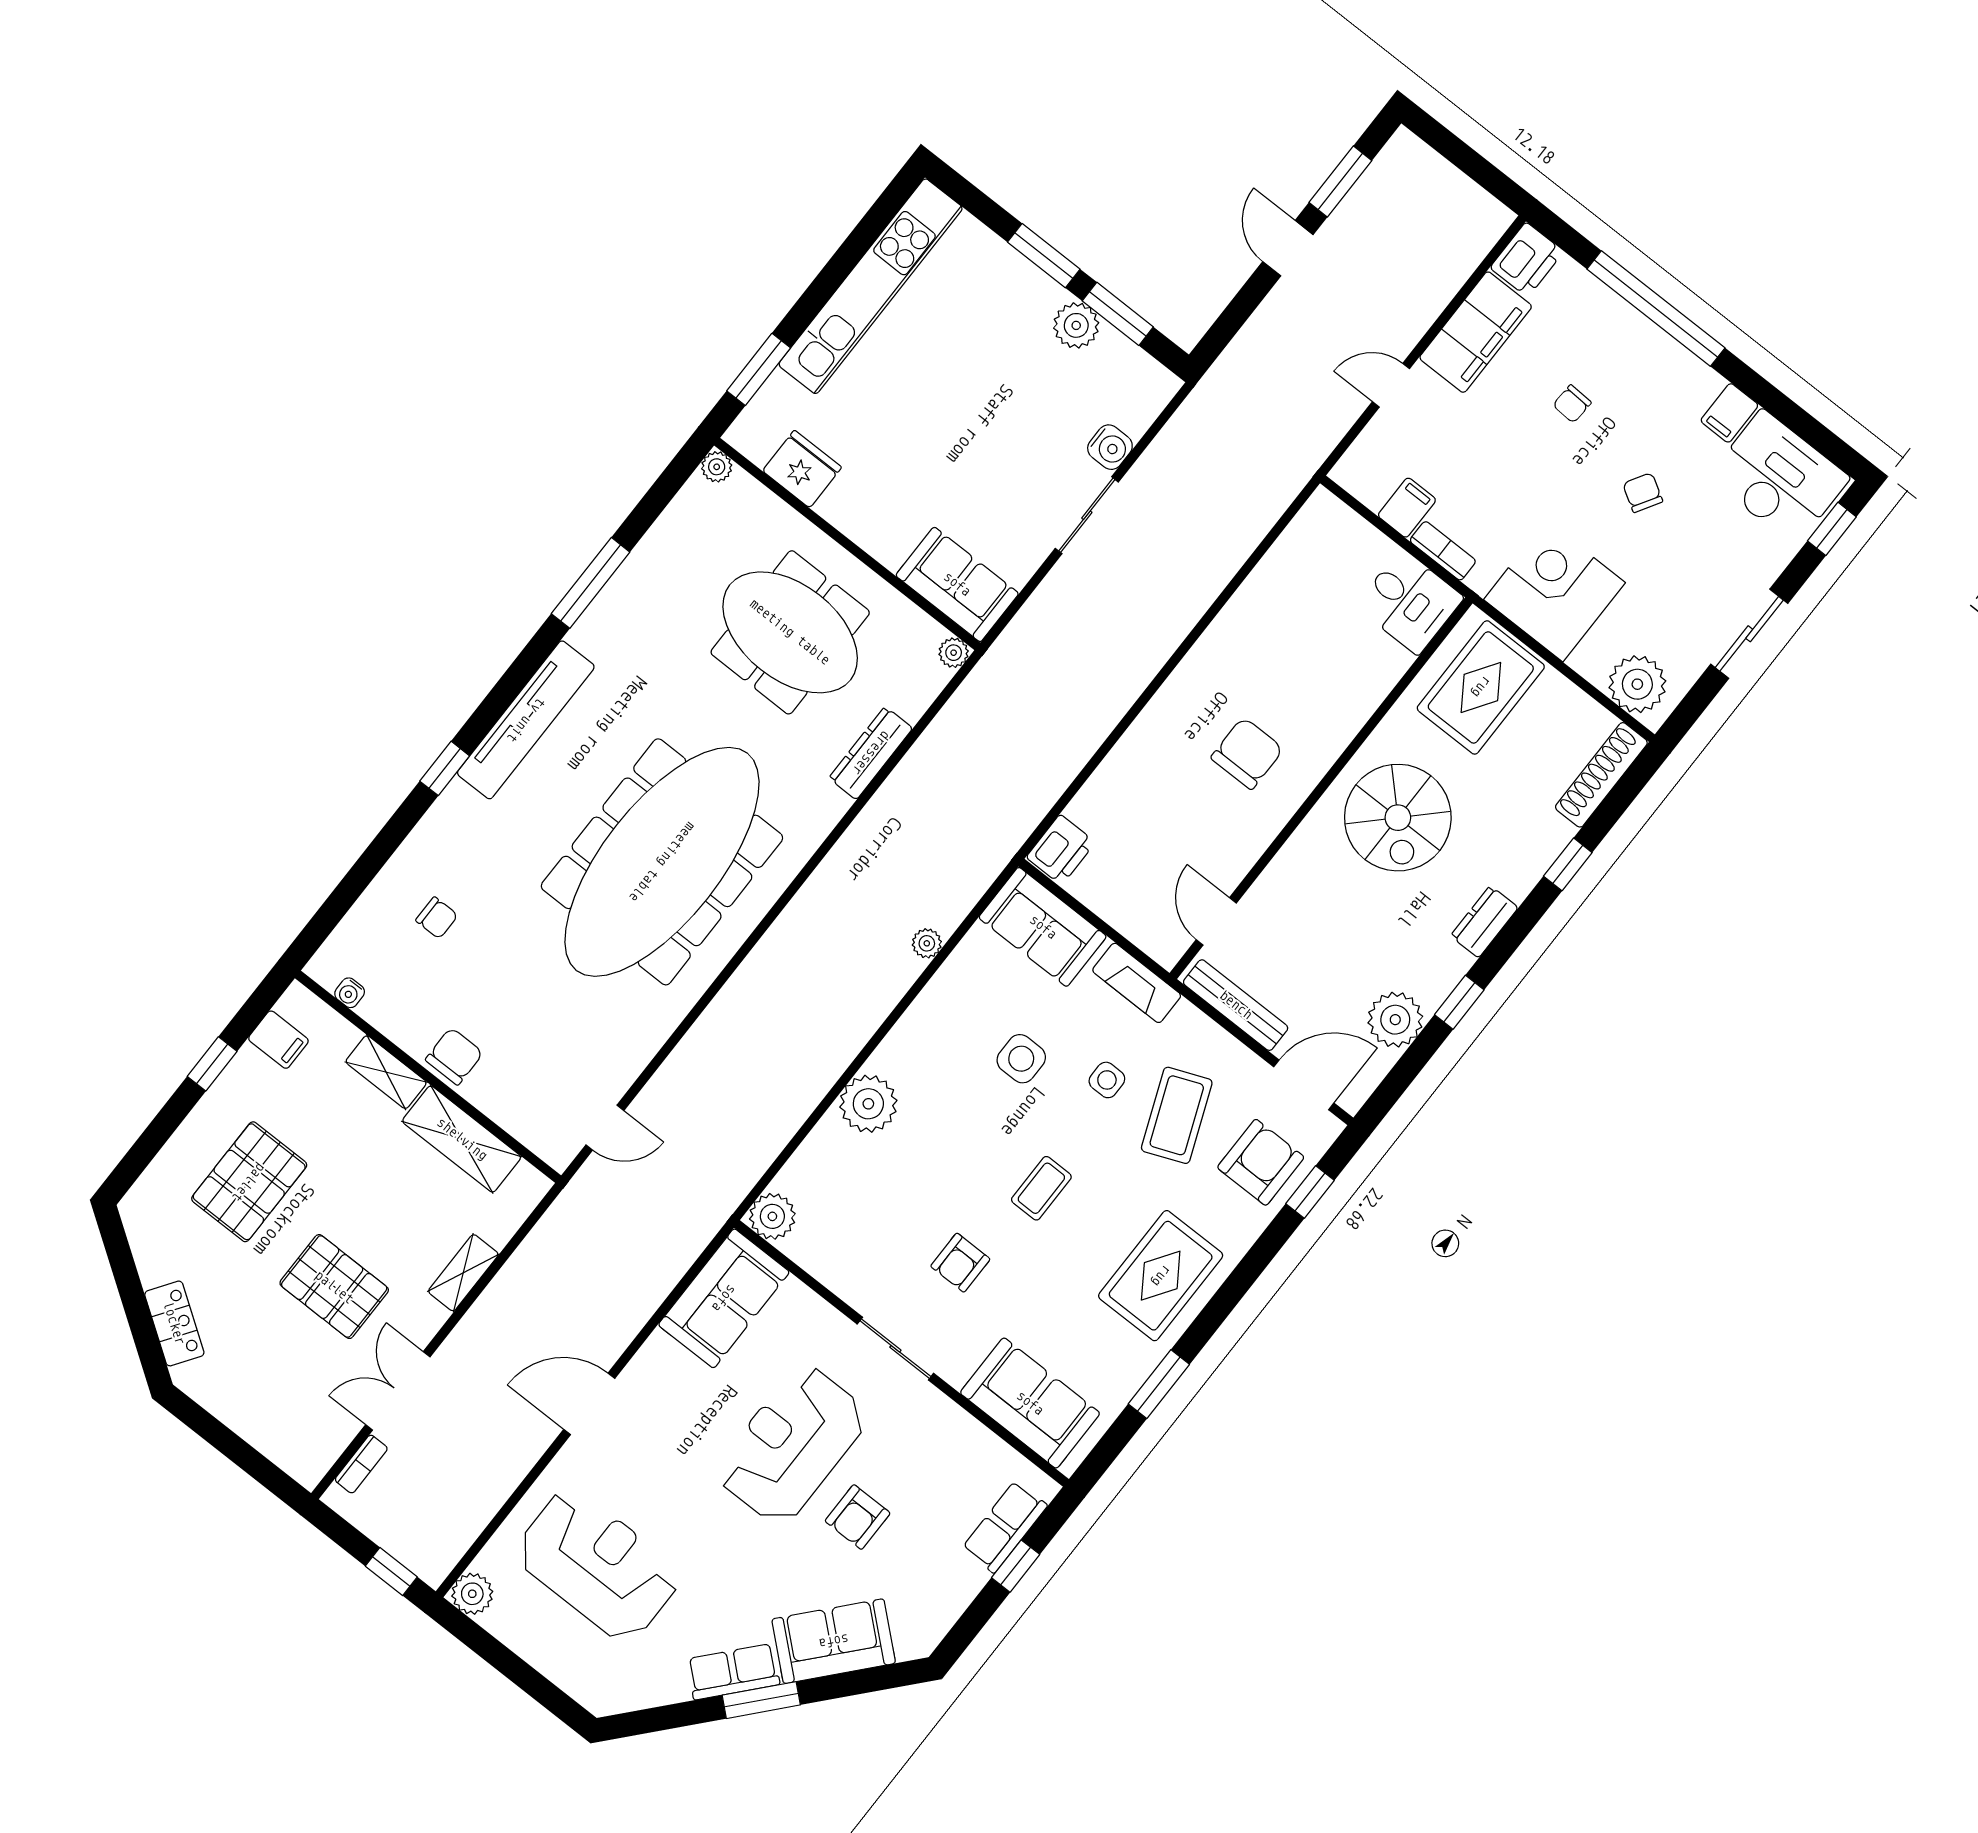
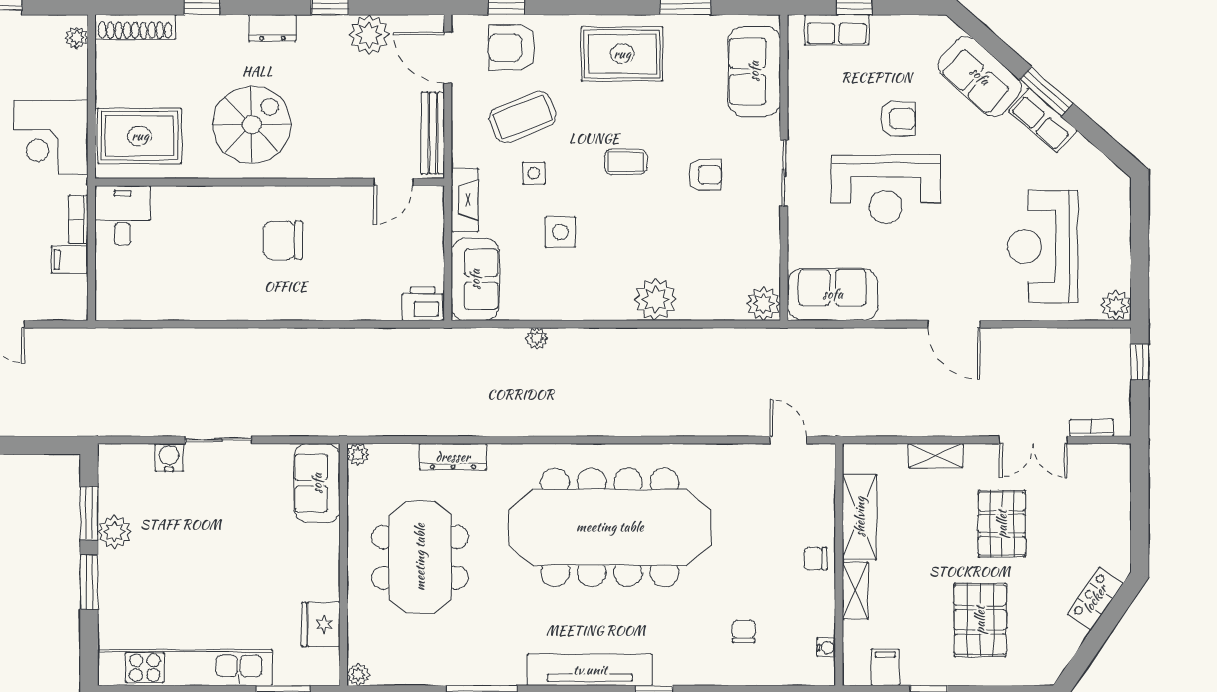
plant: (1637, 684) -> (77, 38), width x0.53, depth x0.53
chair: (454, 1056) -> (815, 559), width x0.73, depth x0.73
pallet: (249, 1182) -> (980, 620), turned 90

